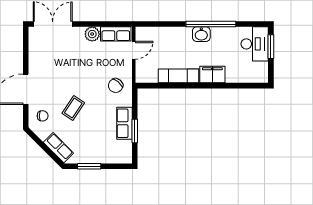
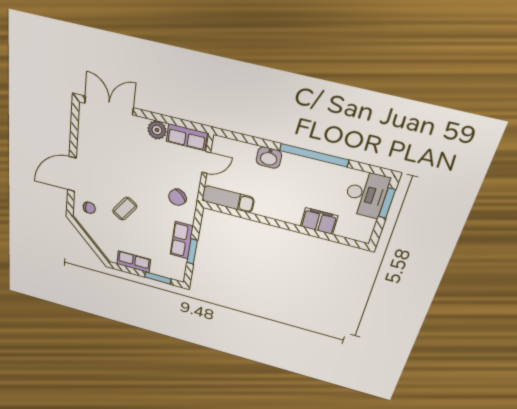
washbasin: (201, 34) -> (269, 158), moved
filing cabinet: (212, 75) -> (319, 221), moved
exam couch: (179, 76) -> (228, 199), moved
row of seats: (58, 148) -> (134, 262), moved, turned -45
window: (89, 166) -> (158, 278), moved

